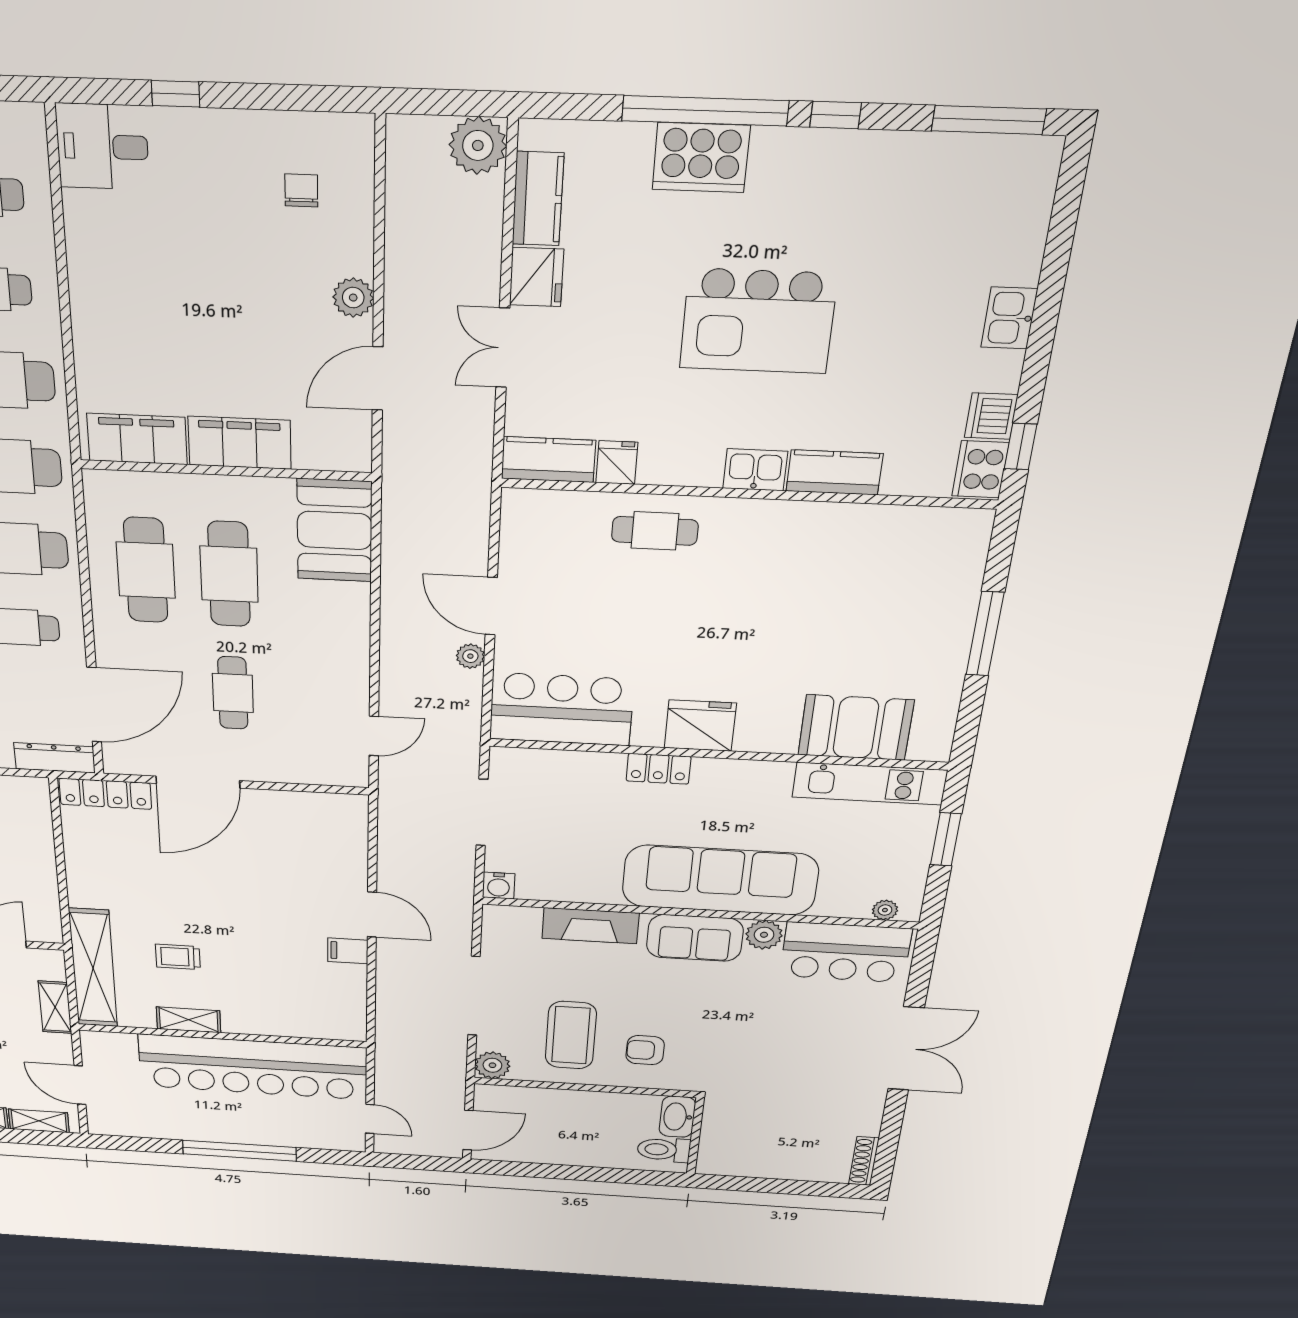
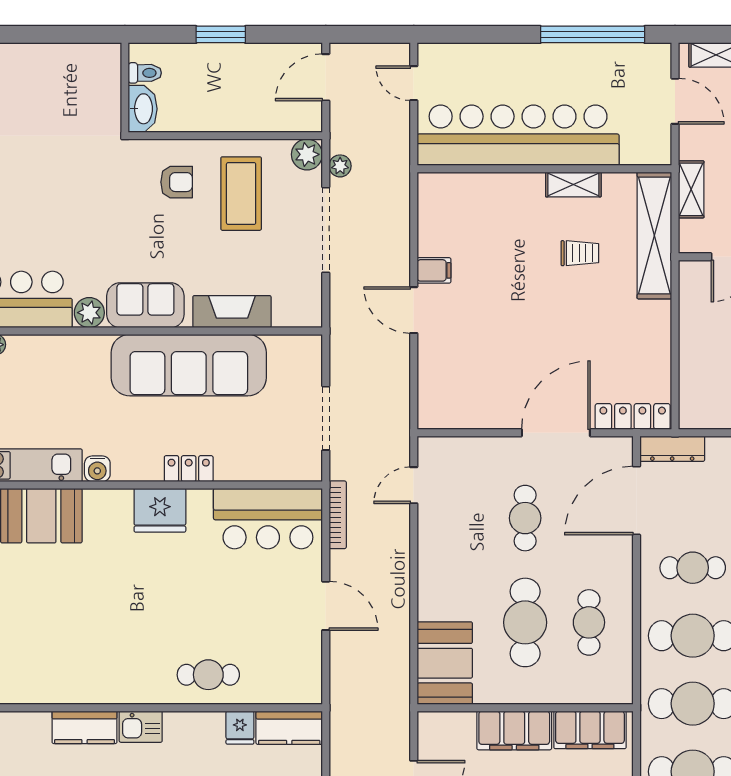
cafe table: (146, 570) -> (589, 622), width x0.73, depth x0.74
plant: (470, 656) -> (340, 166), moved
bookcase: (471, 709) -> (338, 515), added
sofa: (720, 880) -> (189, 365), moved
water cooler: (499, 886) -> (97, 469), moved, turned 180
toilet: (664, 1150) -> (145, 73), width x0.73, depth x0.72
window: (239, 1151) -> (593, 34), moved
window: (583, 1173) -> (221, 34), added

